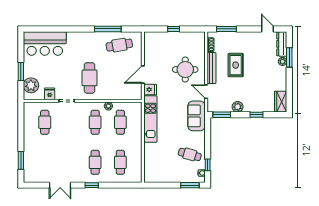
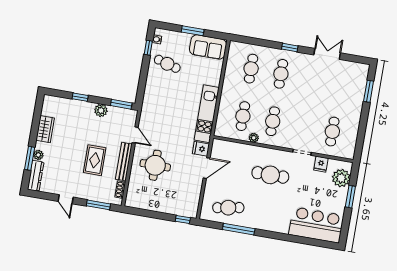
window: (174, 29) -> (183, 219), moved
door: (267, 29) -> (66, 199), moved
cafe table: (90, 78) -> (270, 175), turned 90
wardrobe: (281, 102) -> (45, 129), moved
sofa: (196, 116) -> (208, 47), moved, turned 90
window: (190, 185) -> (193, 31), moved

